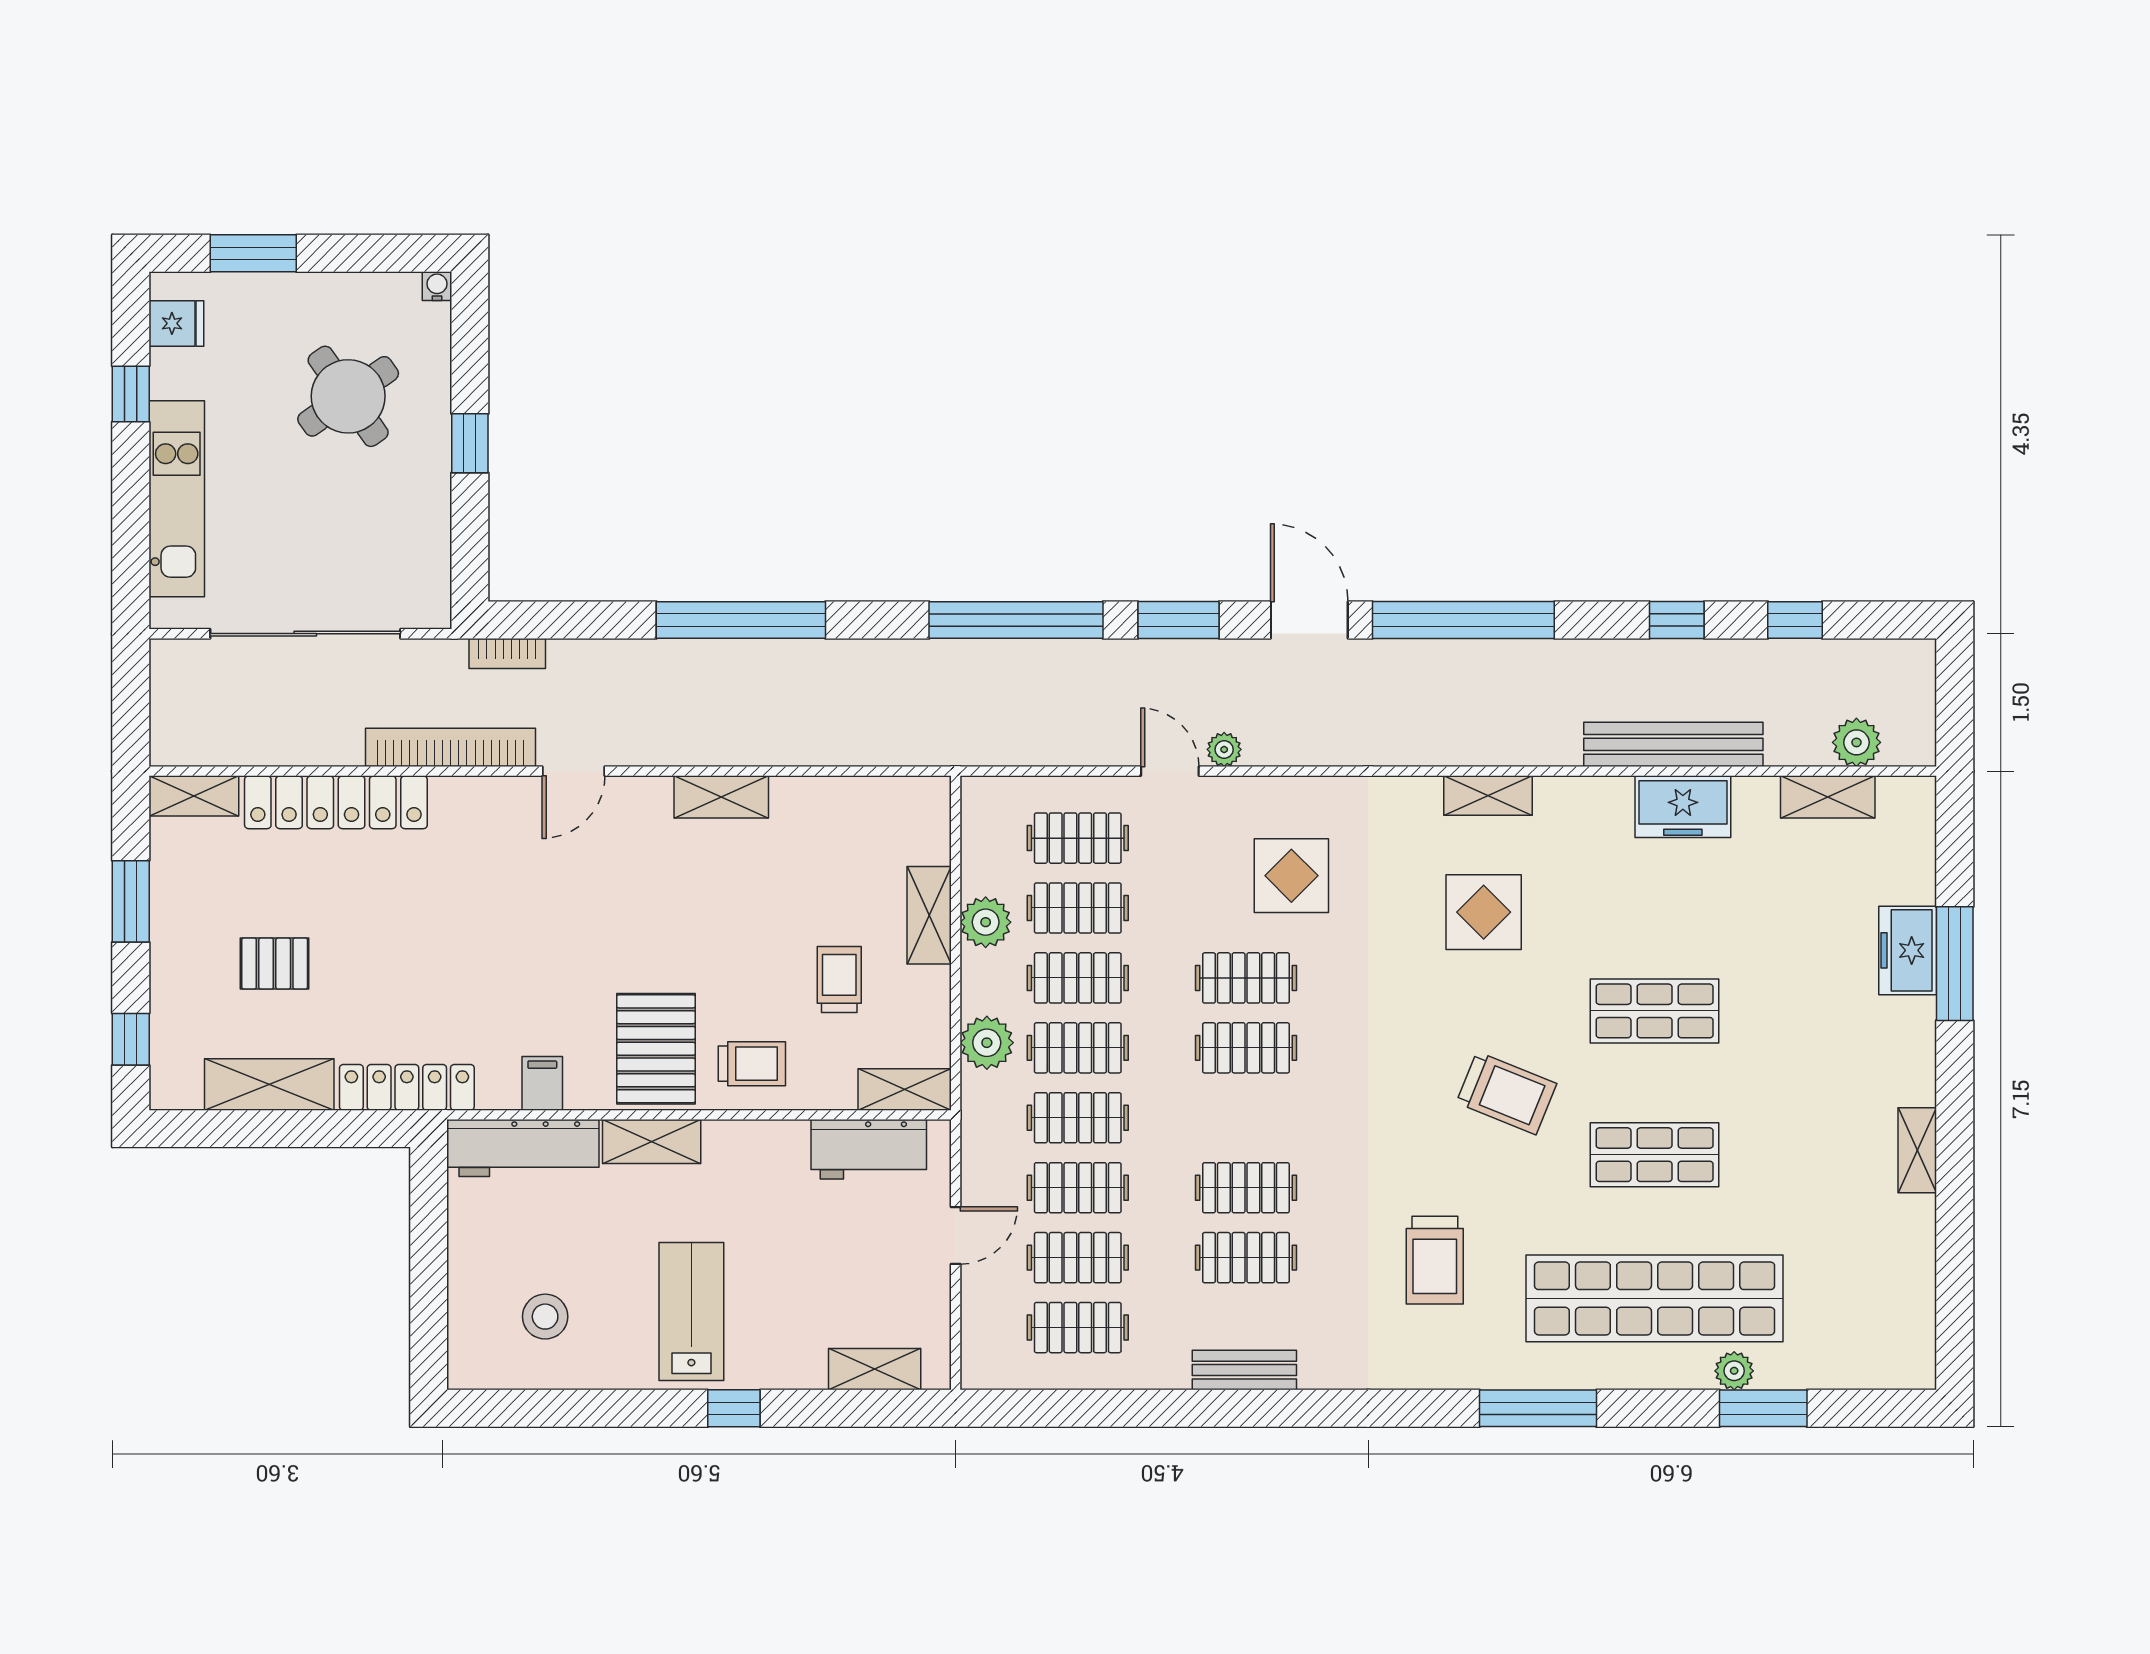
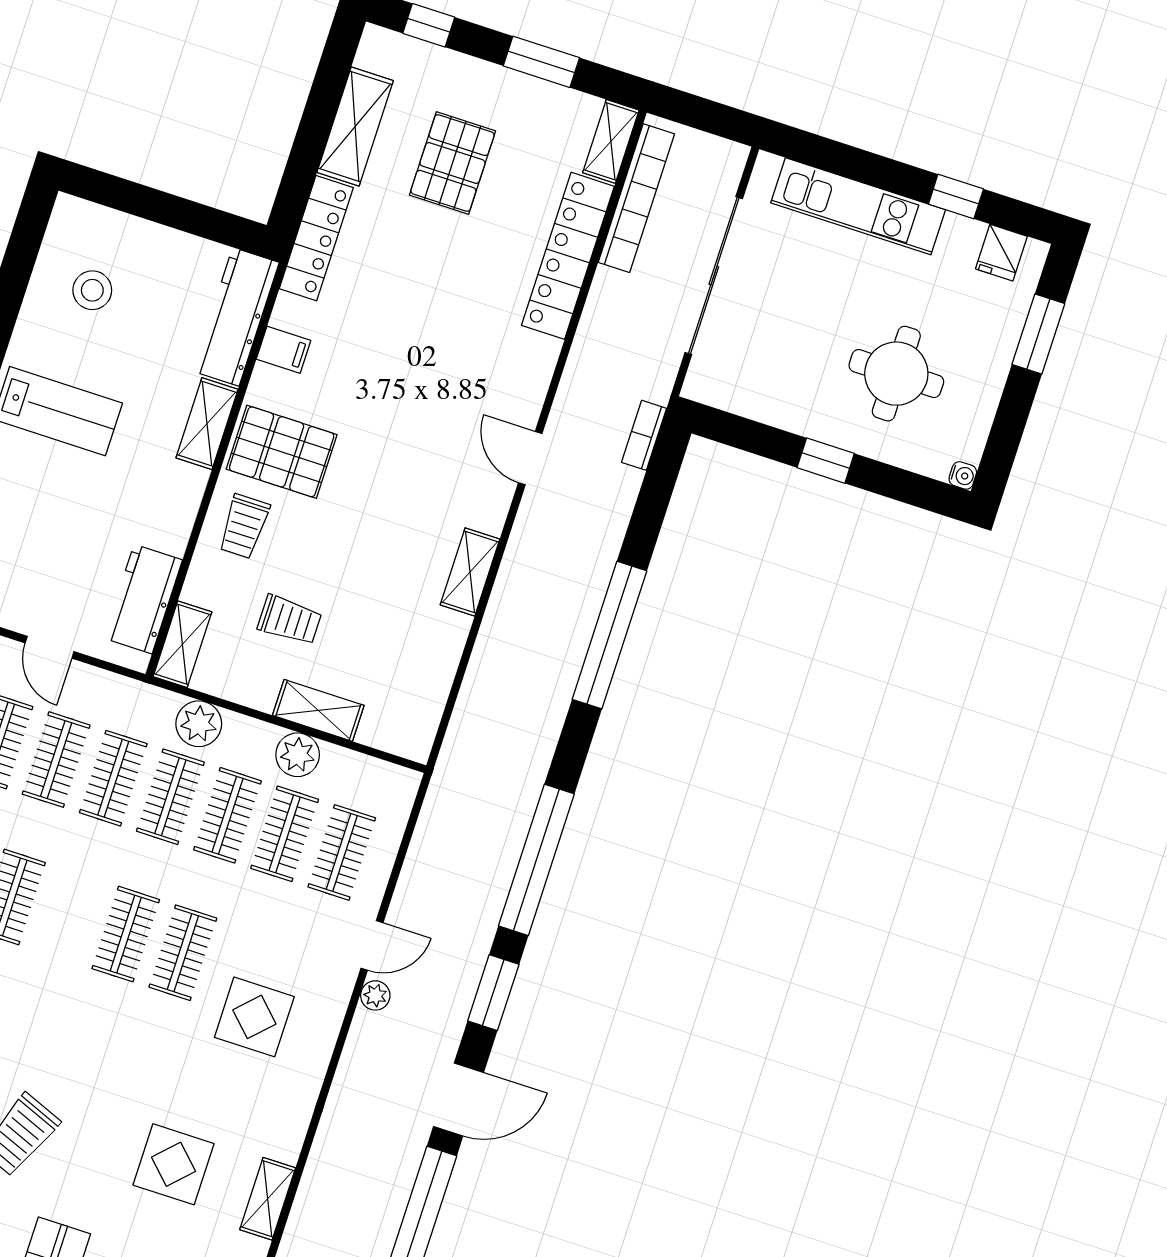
round table: (348, 396) -> (896, 374), turned 35
bookcase: (451, 747) -> (636, 198), moved
pallet: (275, 964) -> (452, 163), width x1.50, depth x1.42

